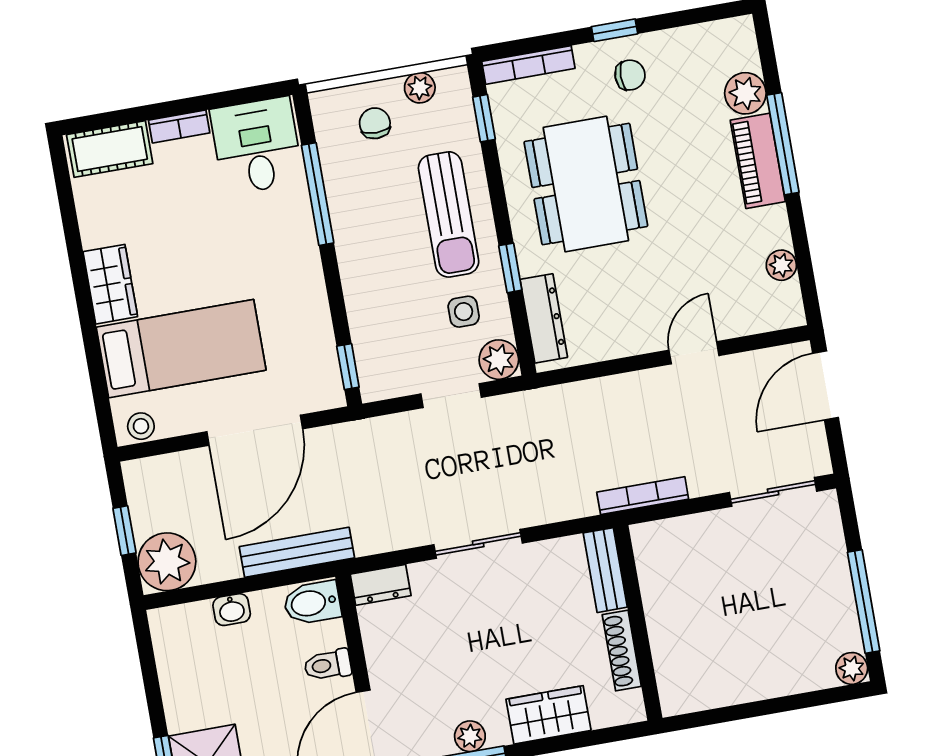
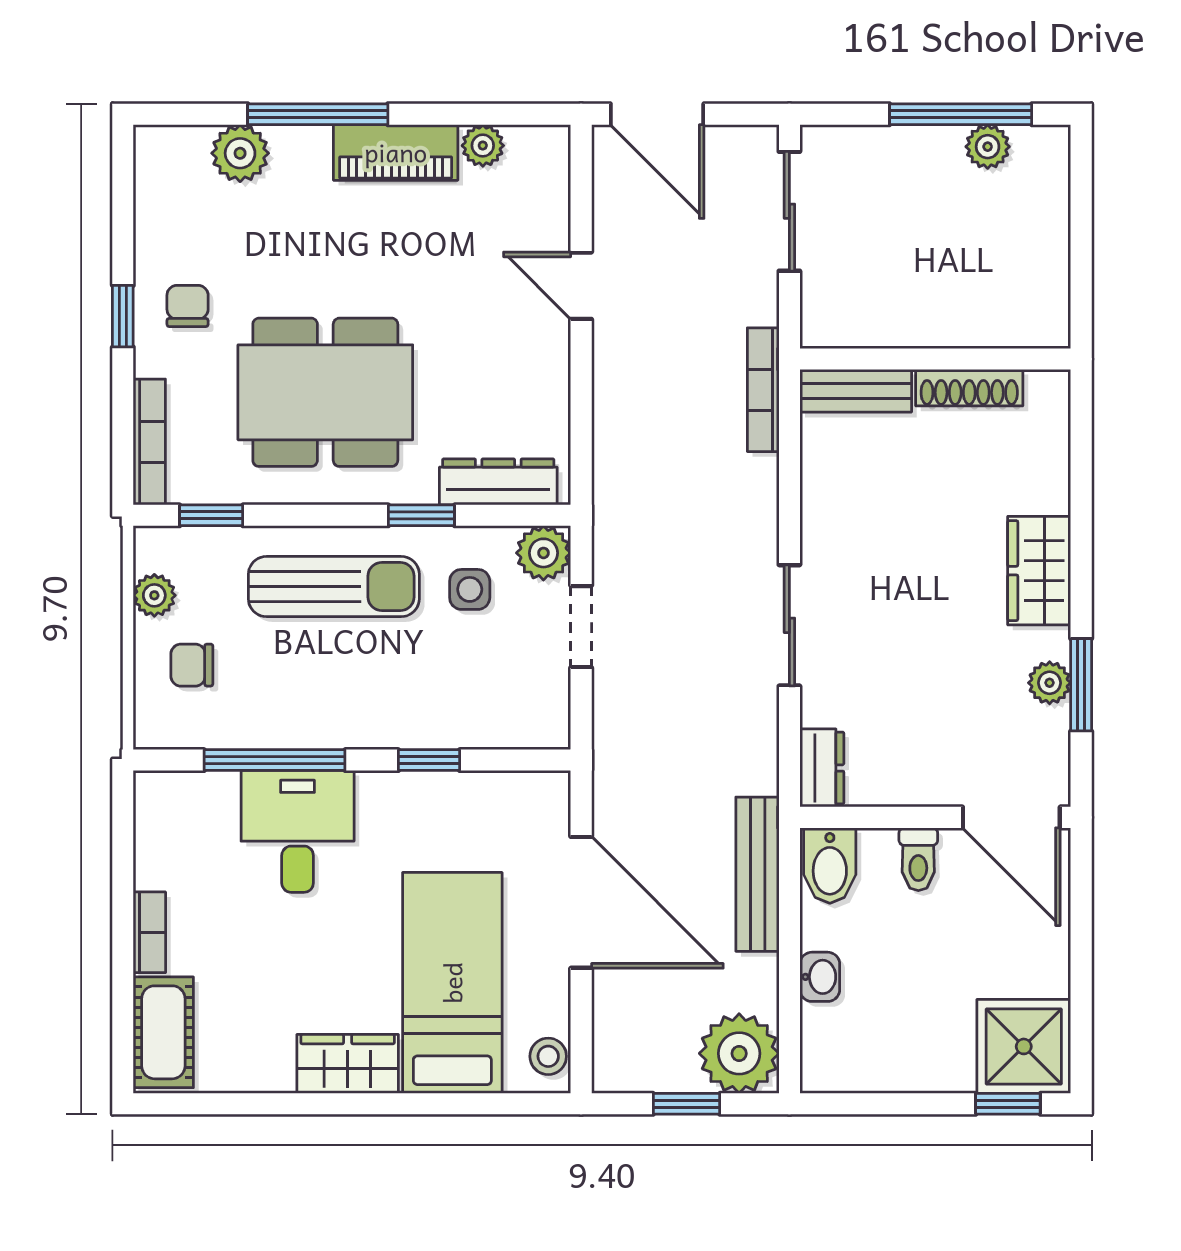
desk: (257, 146) -> (298, 831), moved, turned 90
piano: (758, 161) -> (396, 152), moved
window: (348, 367) -> (429, 760), moved
bench: (605, 570) -> (856, 391), moved
wall: (638, 623) -> (935, 359), moved
shoe rack: (622, 651) -> (969, 388), moved
plant: (852, 668) -> (988, 147), moved

